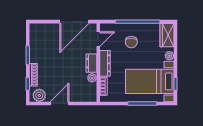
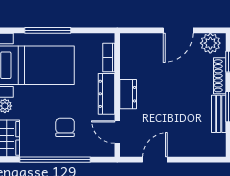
door: (74, 22) -> (155, 160), width x0.53
door: (98, 39) -> (117, 132), hinge flipped
bench: (34, 51) -> (219, 114), added
plant: (92, 78) -> (127, 71), removed

